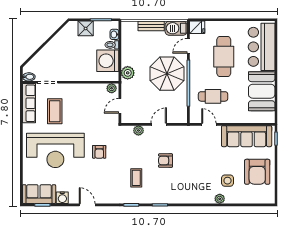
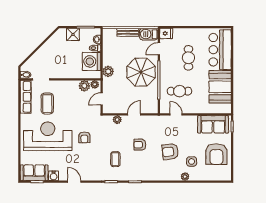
cafe table: (224, 57) -> (188, 58), width x0.73, depth x0.74
plant: (99, 90) -> (84, 86), added
sofa: (247, 136) -> (213, 124), width x0.73
reception desk: (55, 150) -> (48, 136), turned 180
armchair: (202, 169) -> (170, 152), added

